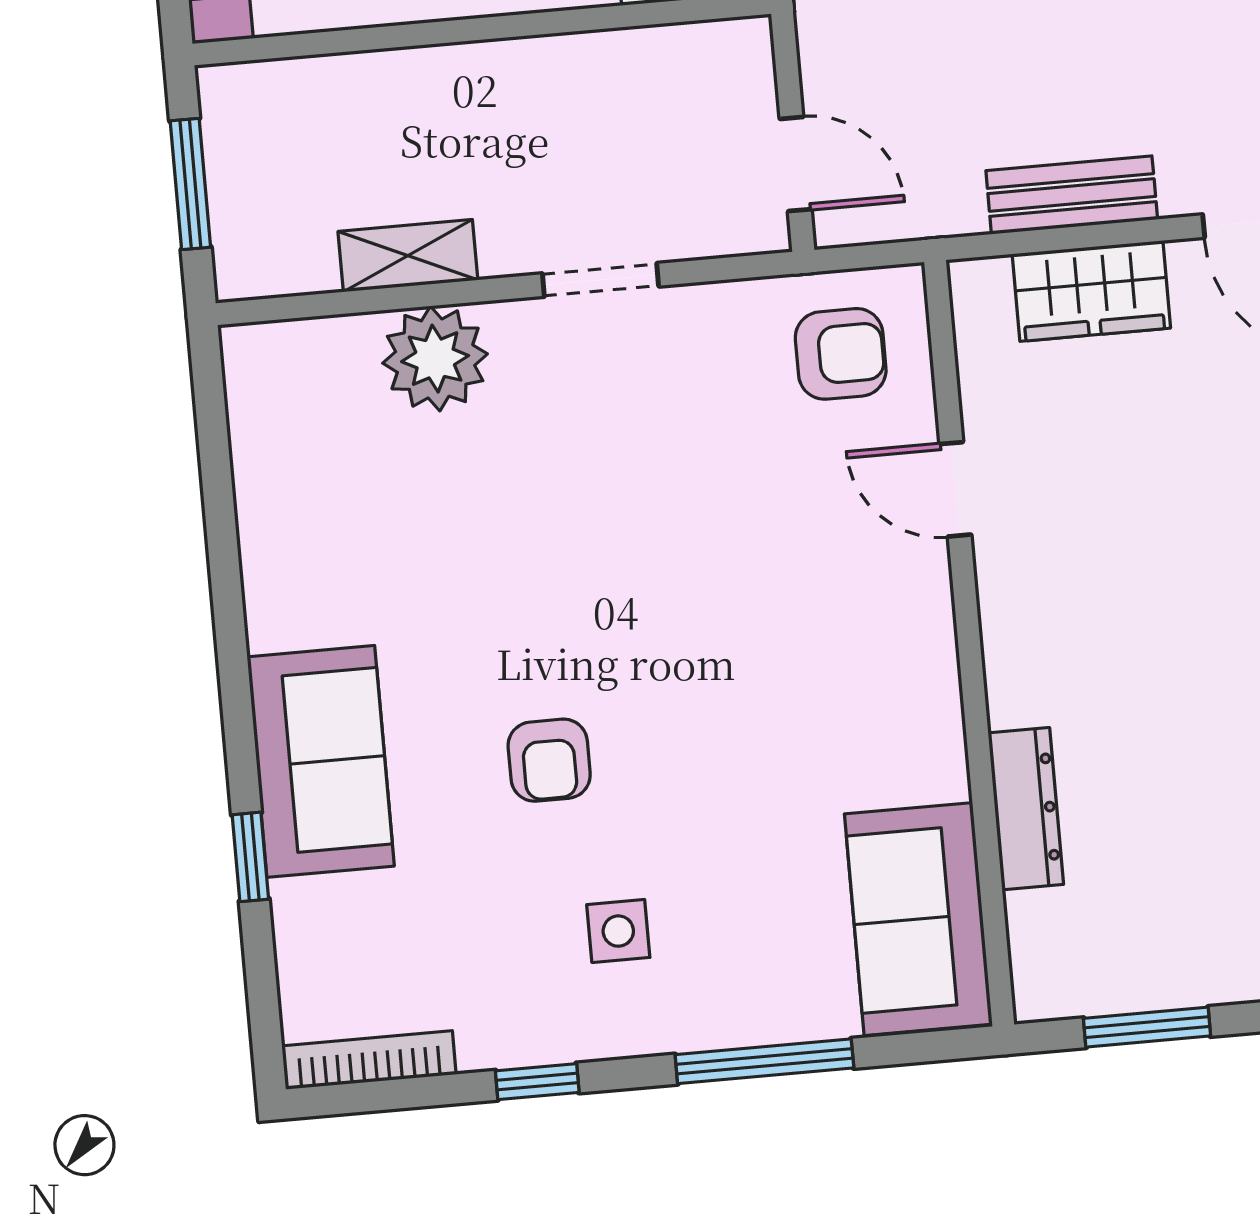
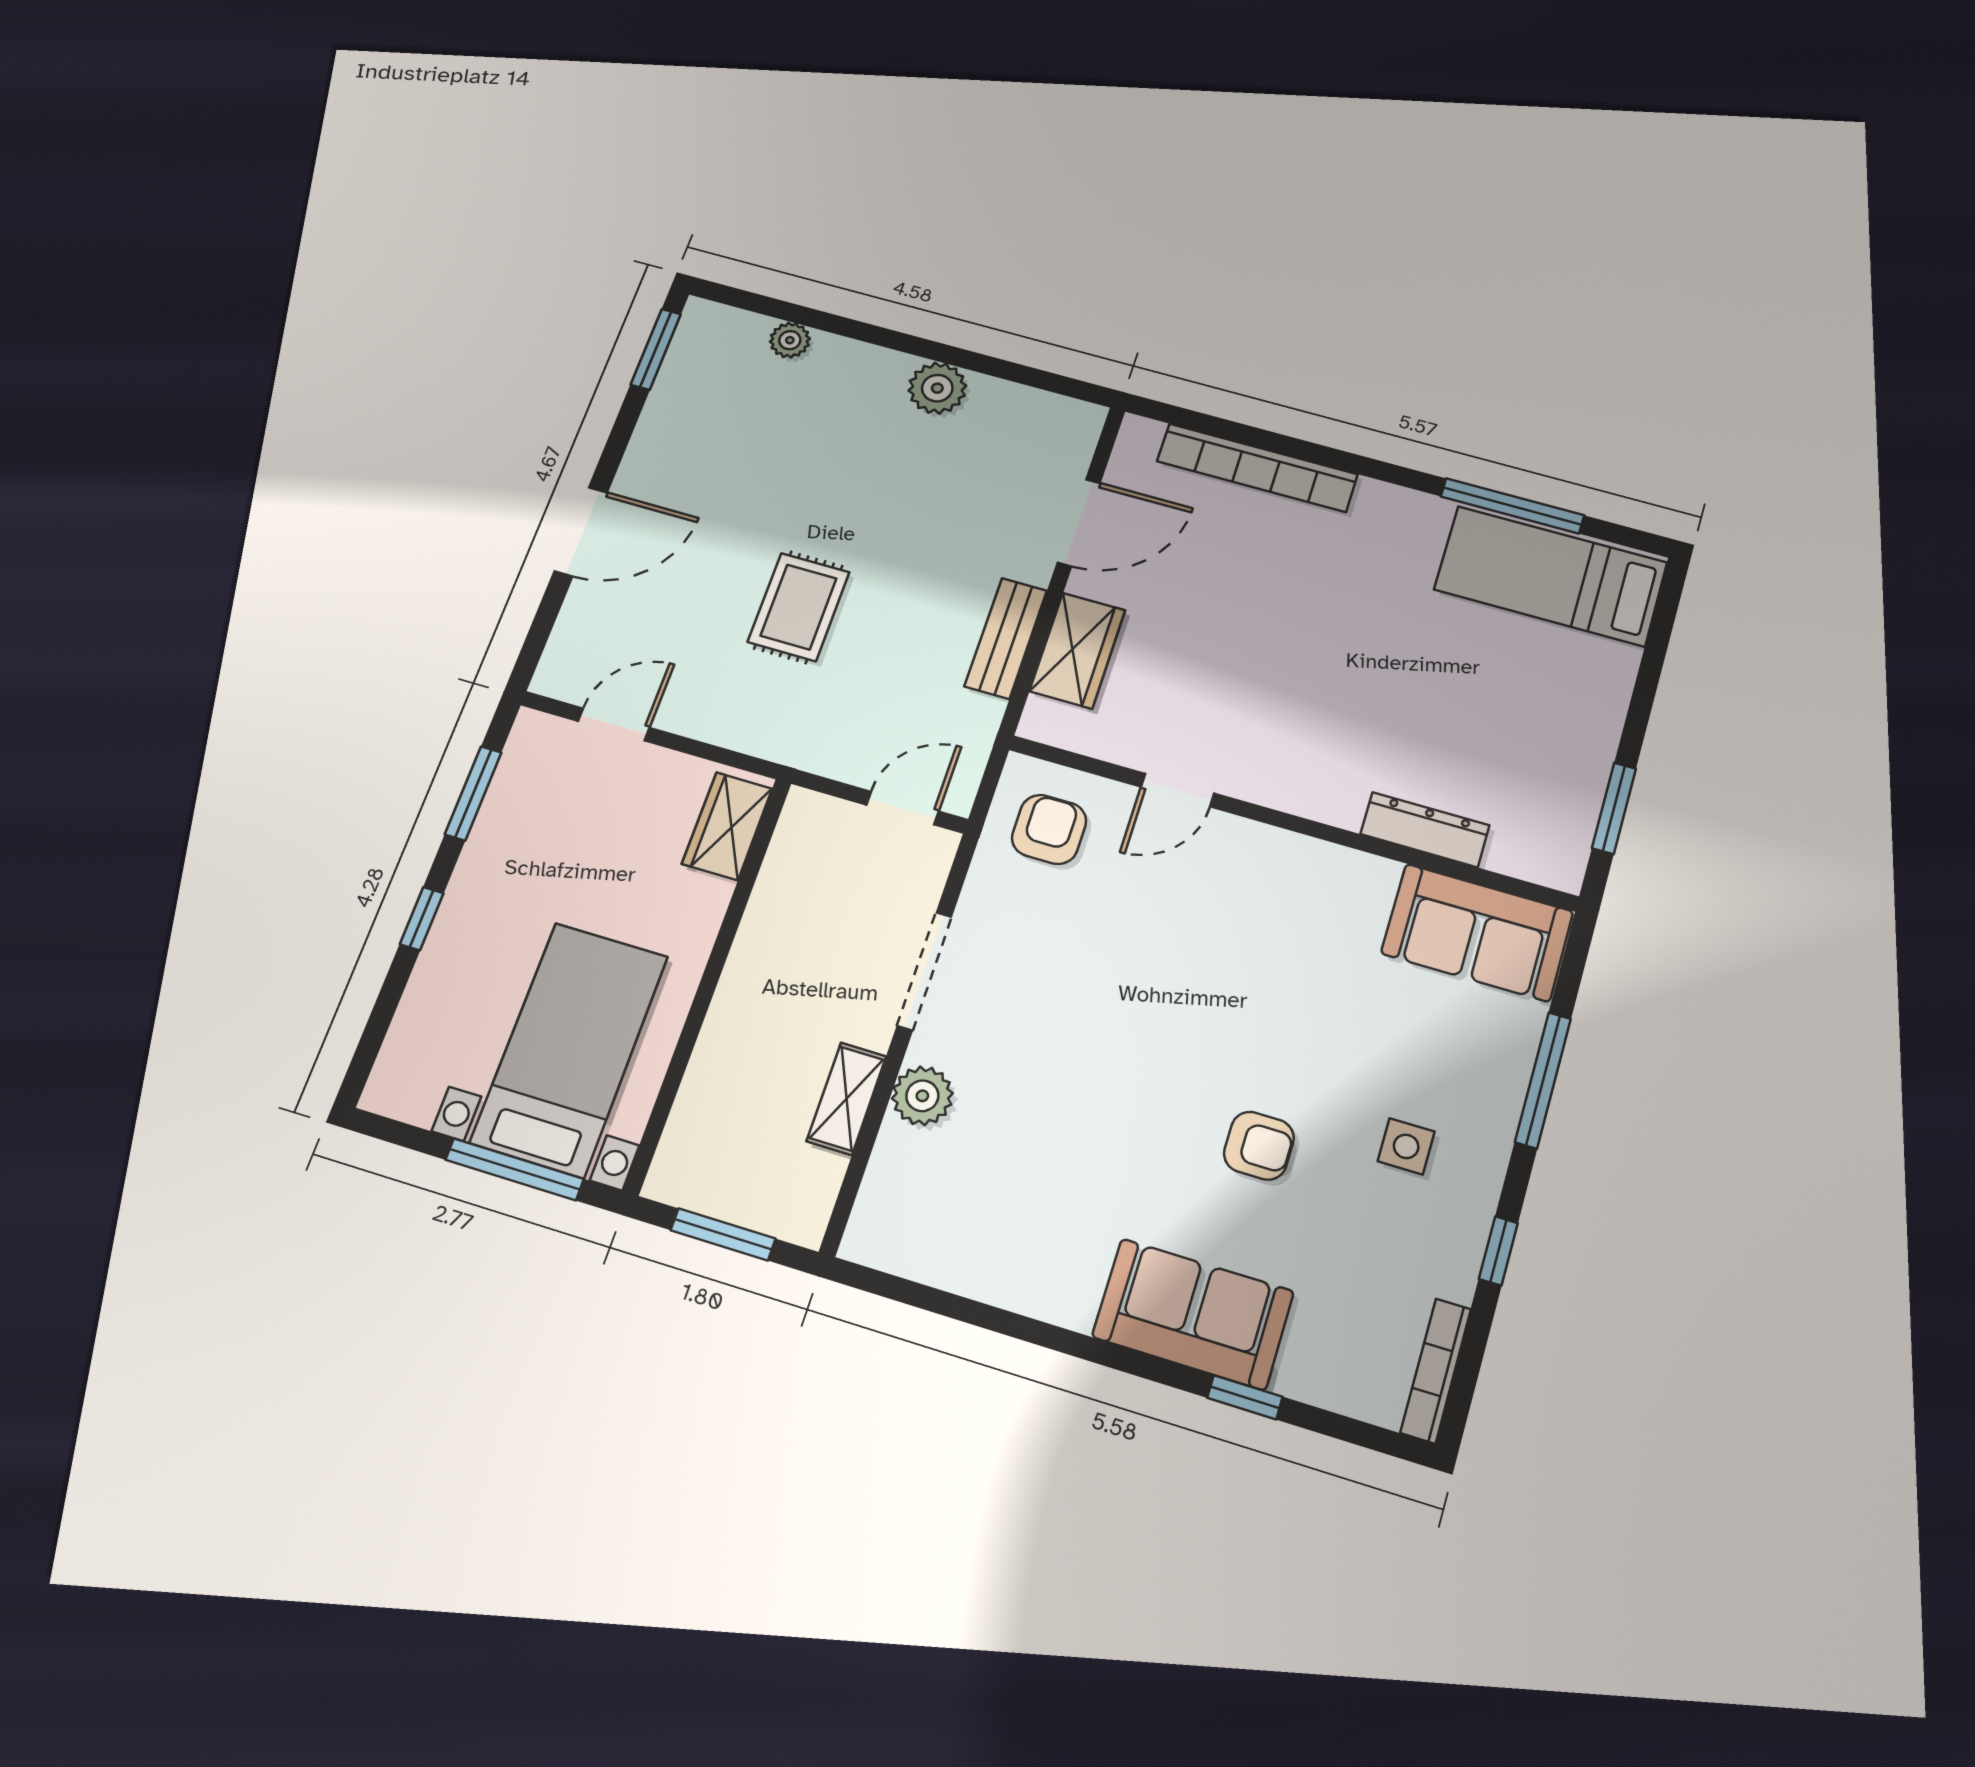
doorway: (600, 280) -> (924, 971), width x1.38
plant: (435, 359) -> (922, 1096), width x0.73, depth x0.73

